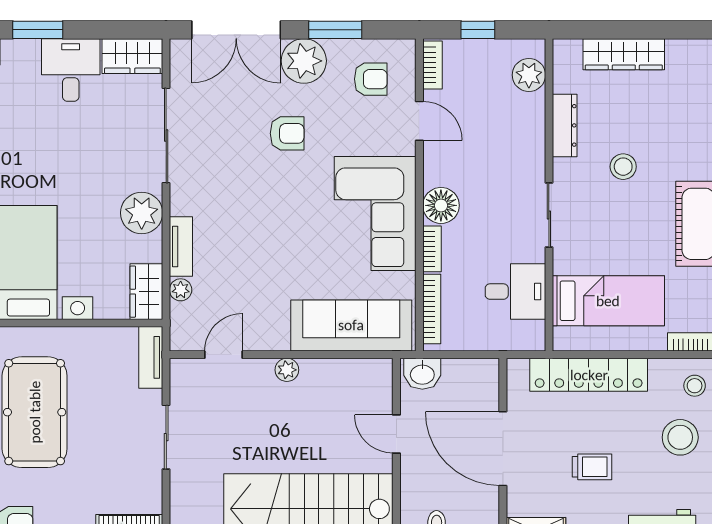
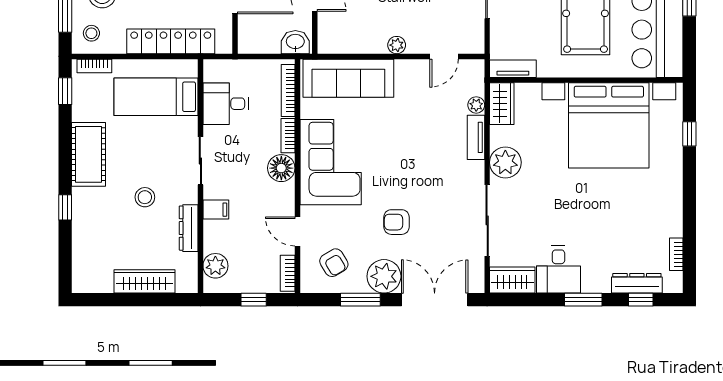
armchair: (371, 79) -> (334, 263), turned -121
filing cabinet: (528, 150) -> (216, 210), added
tv unit: (151, 357) -> (513, 69), moved, turned -90

